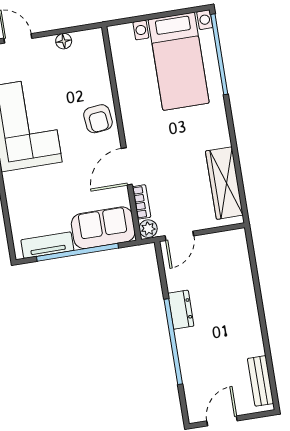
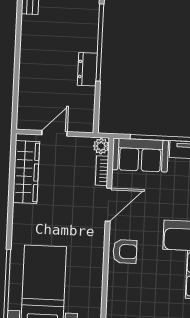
armchair: (98, 119) -> (125, 251), turned 96
door: (179, 236) -> (54, 133), moved

